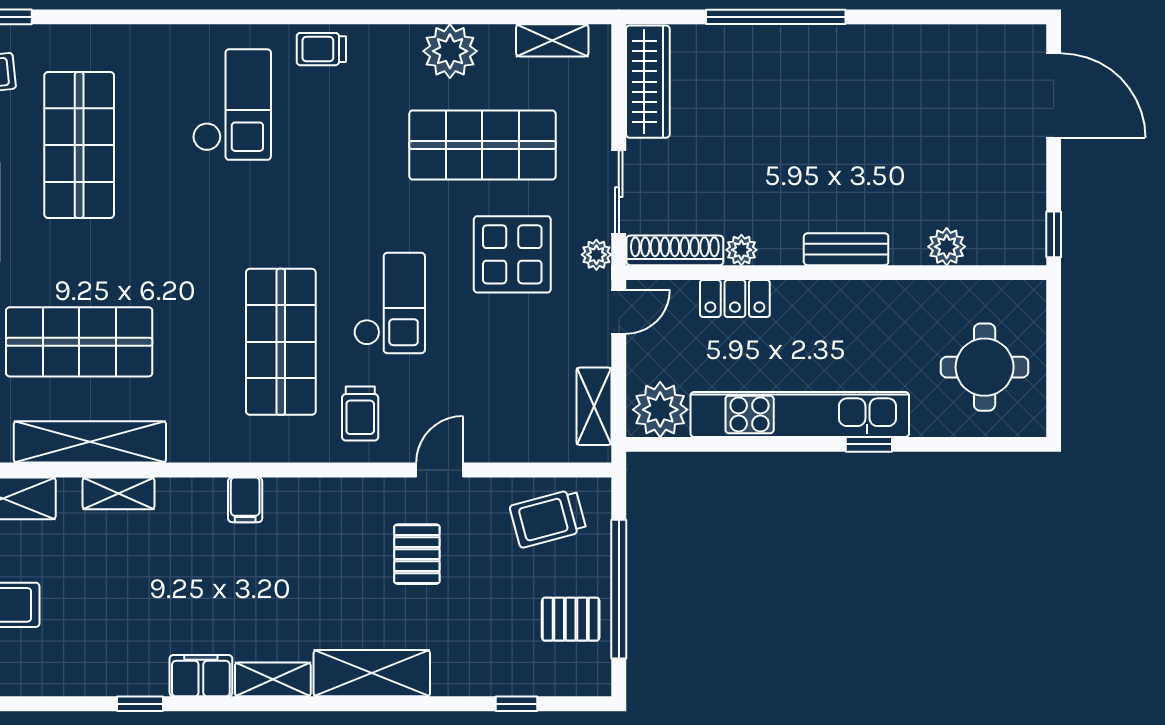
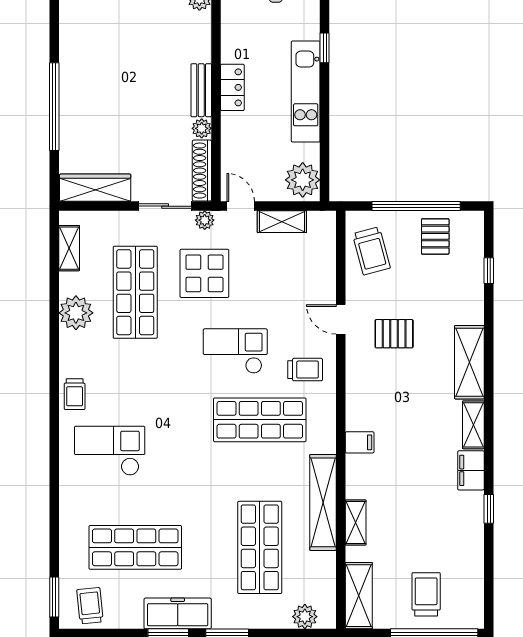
bench: (846, 249) -> (201, 90), moved
locker: (735, 299) -> (232, 87), moved
shelving: (594, 406) -> (282, 222), moved
kitchen unit: (800, 414) -> (306, 92), width x0.73
shelving: (90, 442) -> (323, 502), moved

